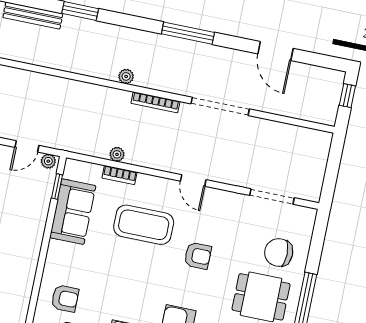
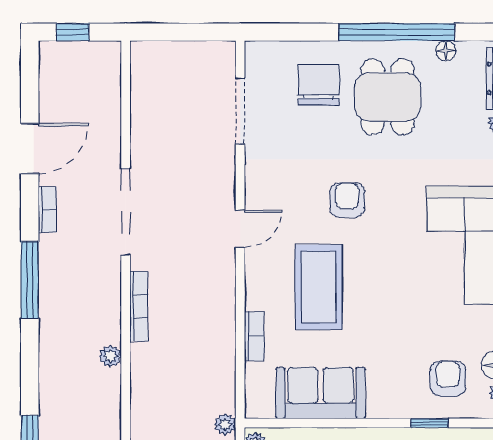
bookcase: (232, 54) -> (47, 210), added
plant: (117, 154) -> (225, 424), moved
window: (57, 186) -> (430, 423), moved
chair: (279, 252) -> (319, 85), turned 180

